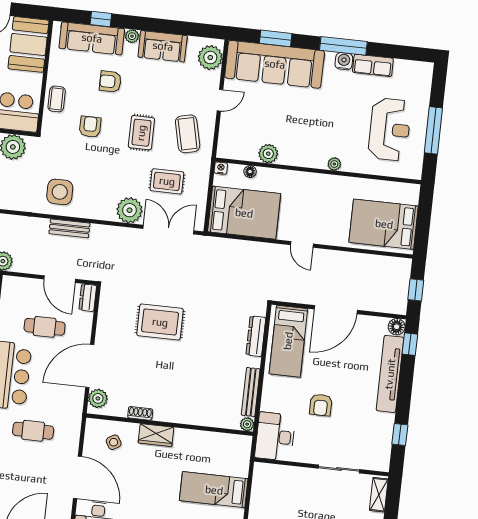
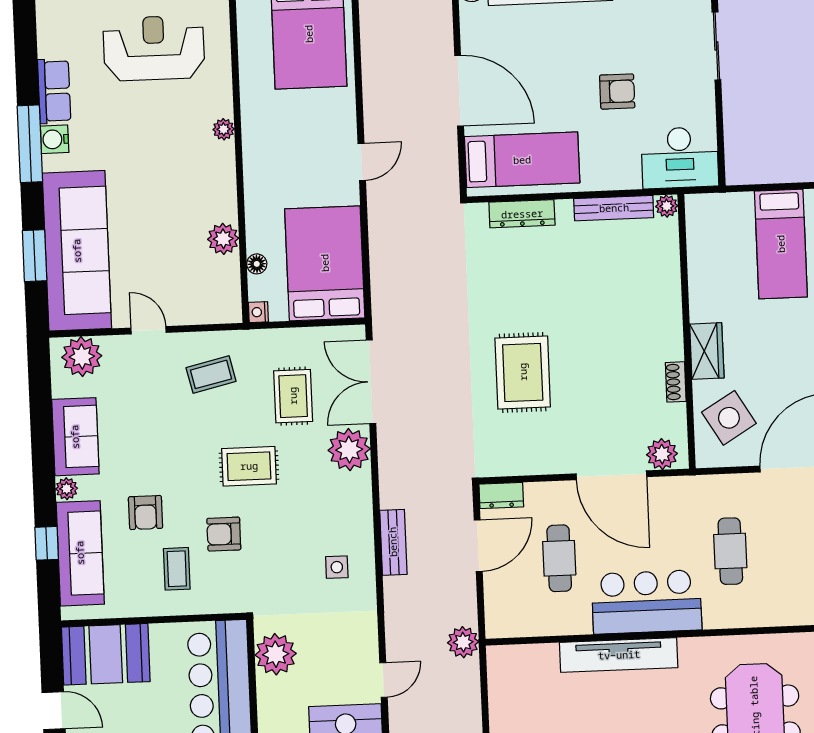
coffee table: (57, 99) -> (177, 569), moved, turned 90
rug: (141, 133) -> (249, 466), moved
coffee table: (188, 134) -> (211, 374), width x0.73, depth x0.77
side table: (60, 192) -> (337, 567), width x0.54, depth x0.54
side table: (114, 442) -> (729, 418), width x1.87, depth x1.87

